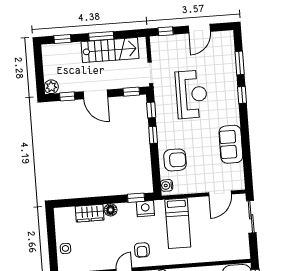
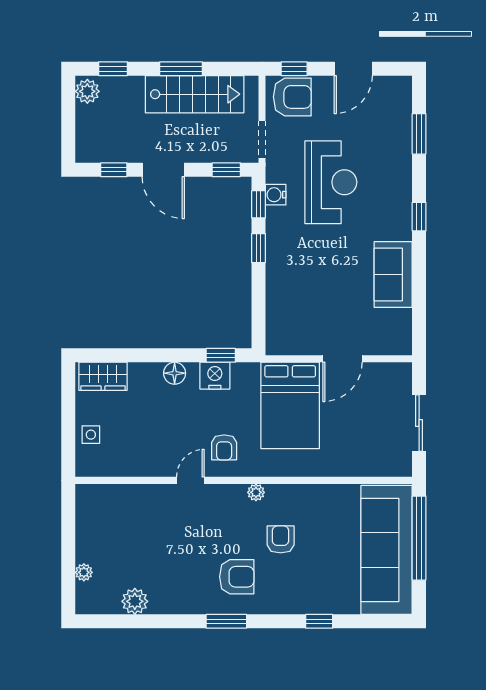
plant: (51, 87) -> (87, 91), moved
window: (242, 95) -> (419, 217), moved
armchair: (175, 160) -> (292, 97), moved
water cooler: (167, 185) -> (276, 195), moved
door: (220, 193) -> (343, 359), moved
nightstand: (145, 209) -> (215, 376), moved
wardrobe: (90, 213) -> (103, 376), moved
sliding door: (251, 217) -> (419, 423), moved
bed: (178, 223) -> (290, 405), width x1.50

